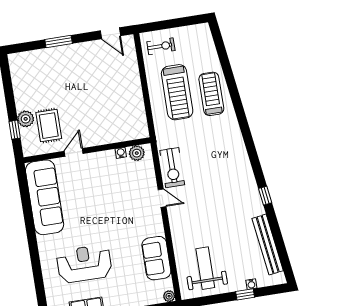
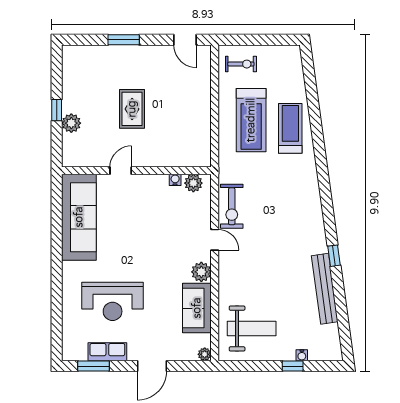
rug: (49, 126) -> (132, 109), moved
window: (15, 130) -> (57, 110), moved
plant: (155, 227) -> (201, 272), added
bench: (268, 245) -> (325, 289), moved
reception desk: (84, 264) -> (113, 301), turned 180
weight bench: (205, 268) -> (252, 329), turned 90

